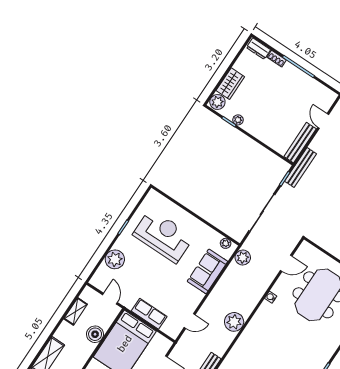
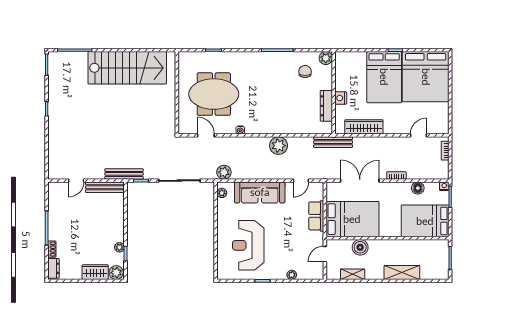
plant: (115, 259) -> (292, 275), width x0.53, depth x0.53
sofa: (207, 271) -> (260, 192), width x1.36
door: (190, 321) -> (301, 181), swing flipped

